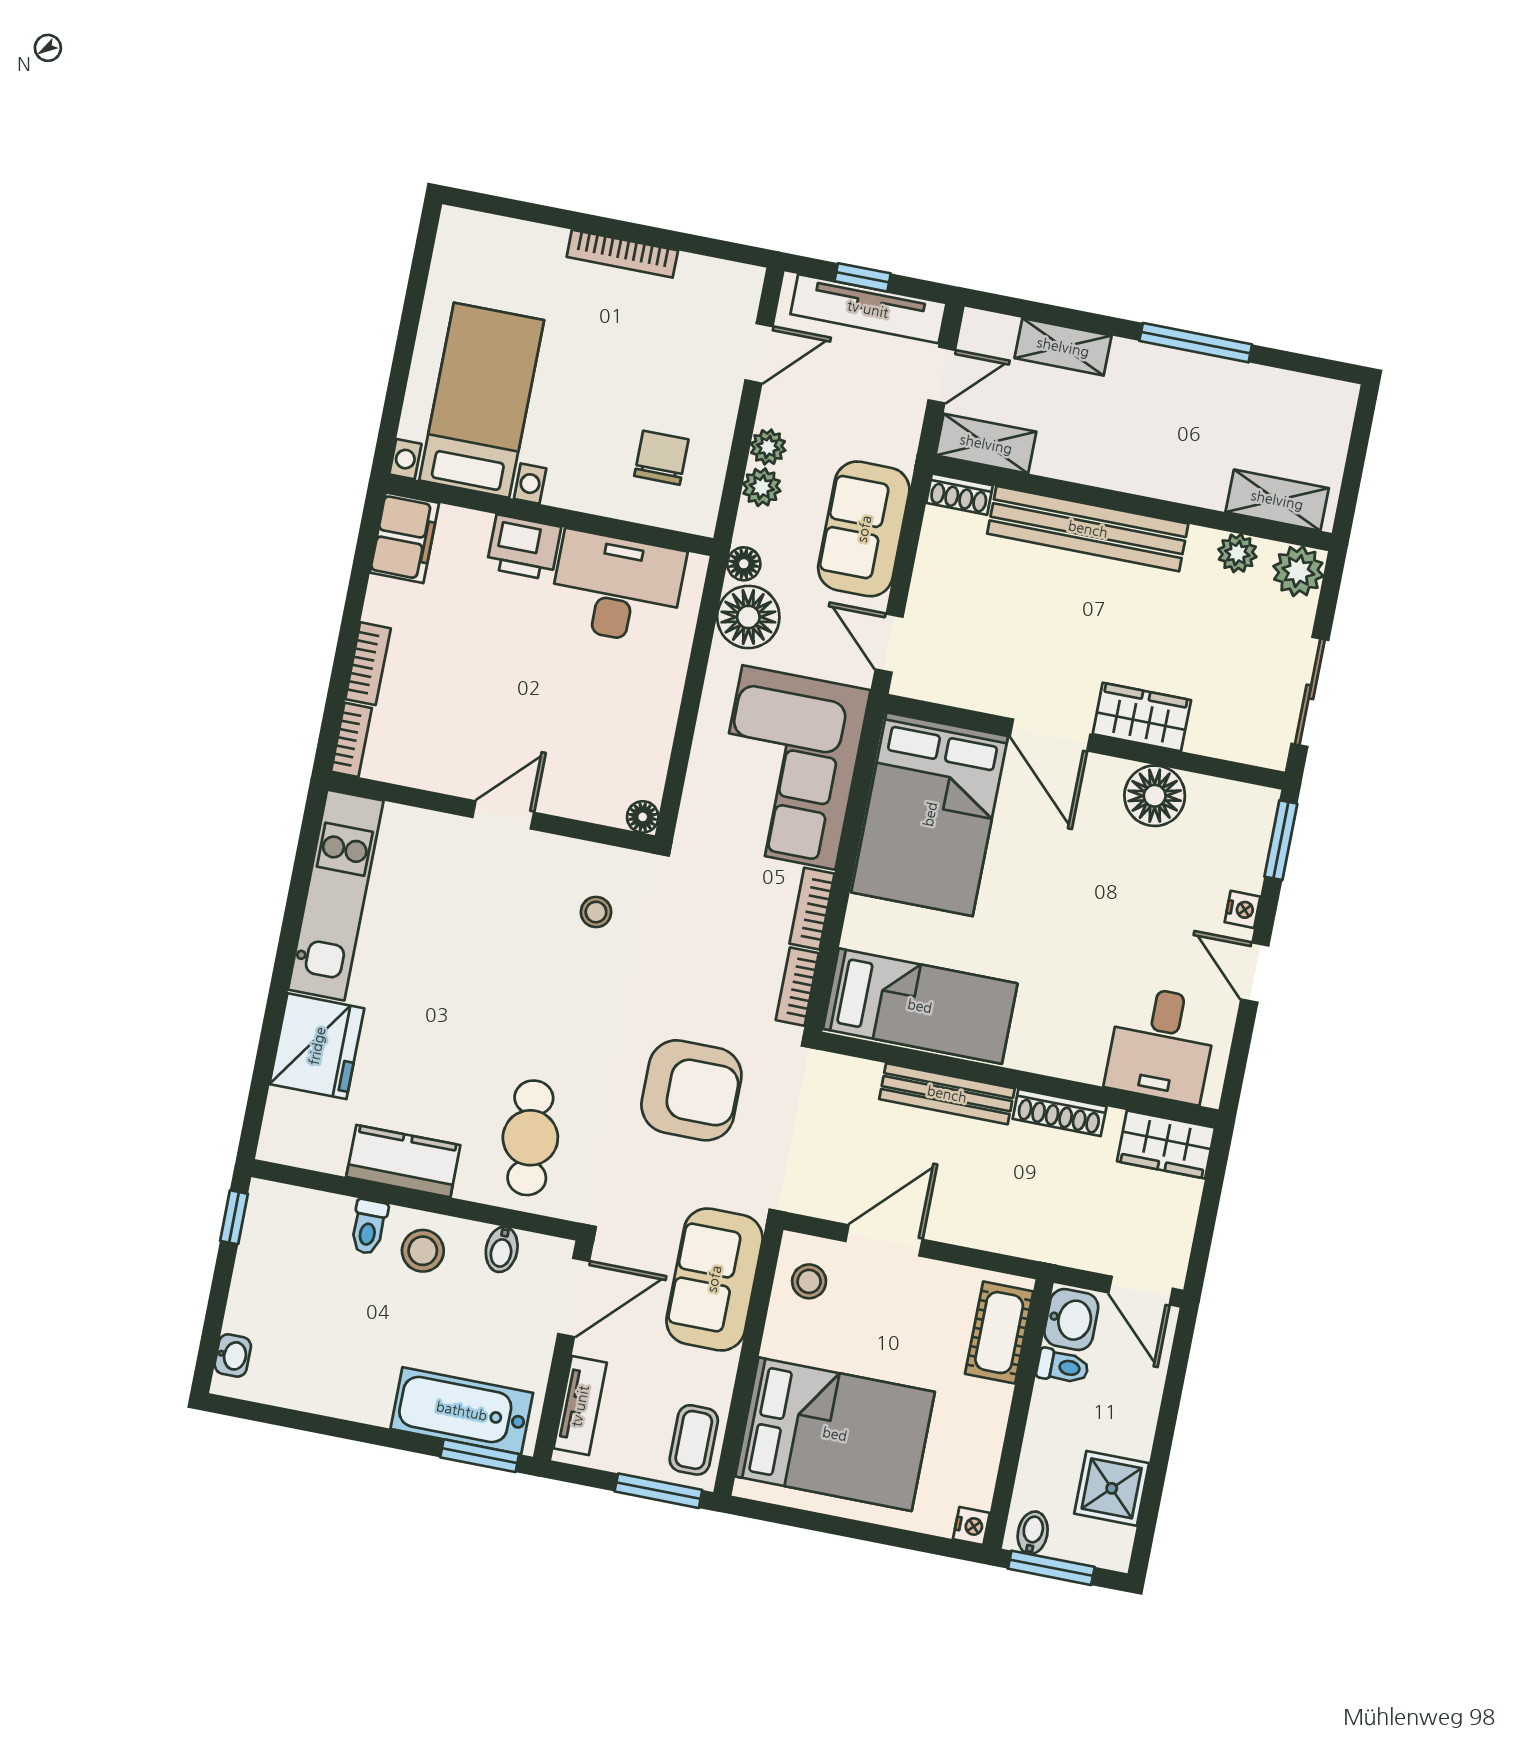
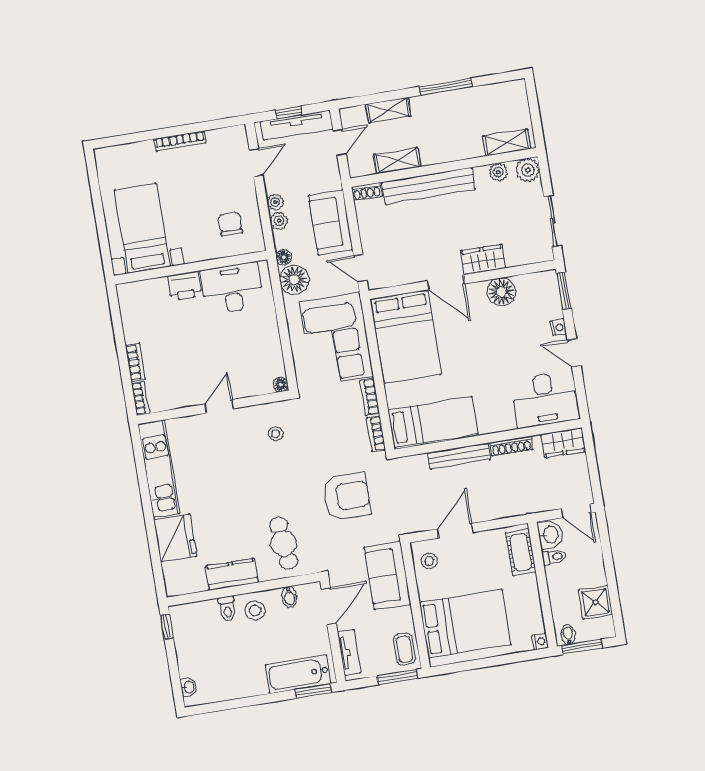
shelving: (986, 444) -> (397, 161), moved
filing cabinet: (404, 538) -> (131, 301), removed
desk: (1161, 1044) -> (545, 400), width x1.37

